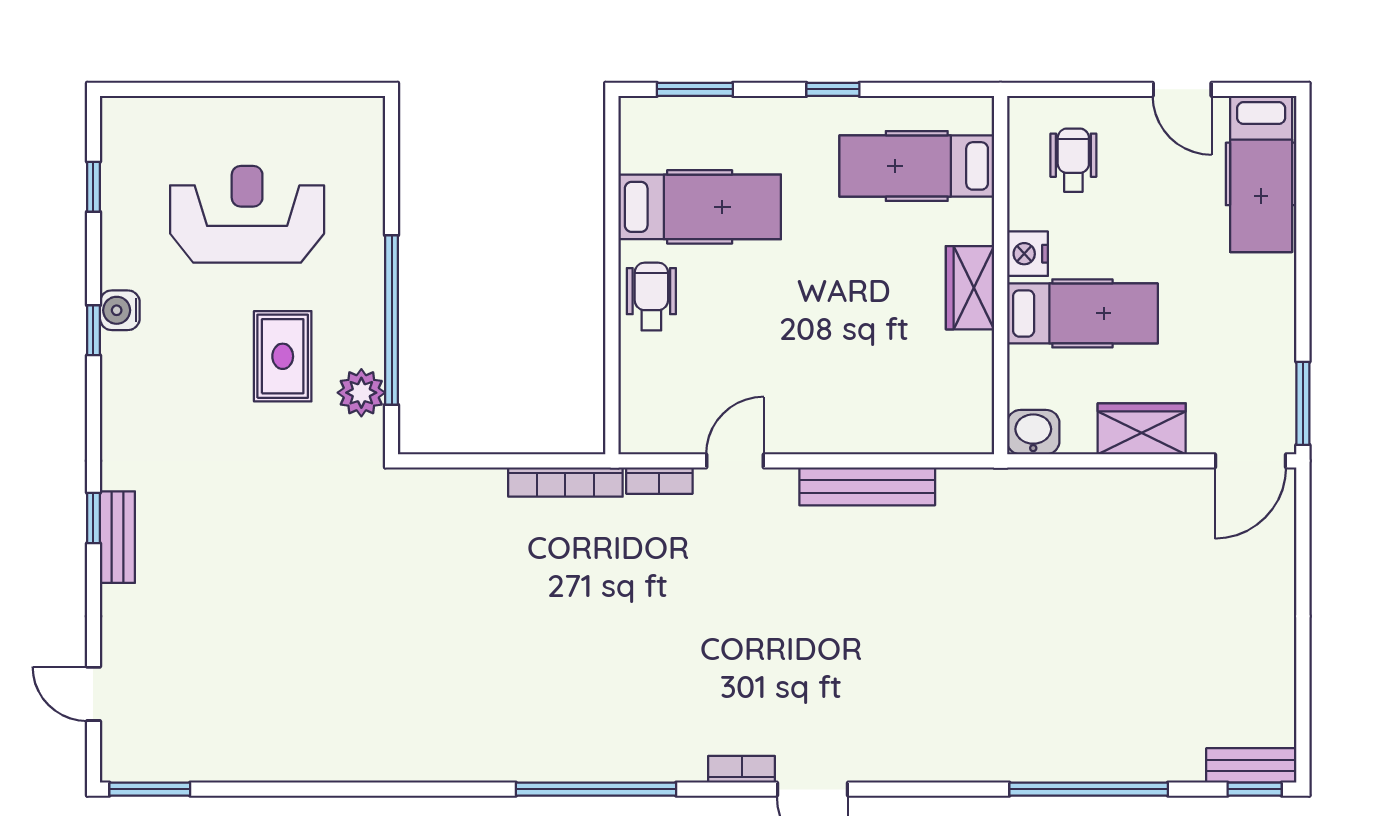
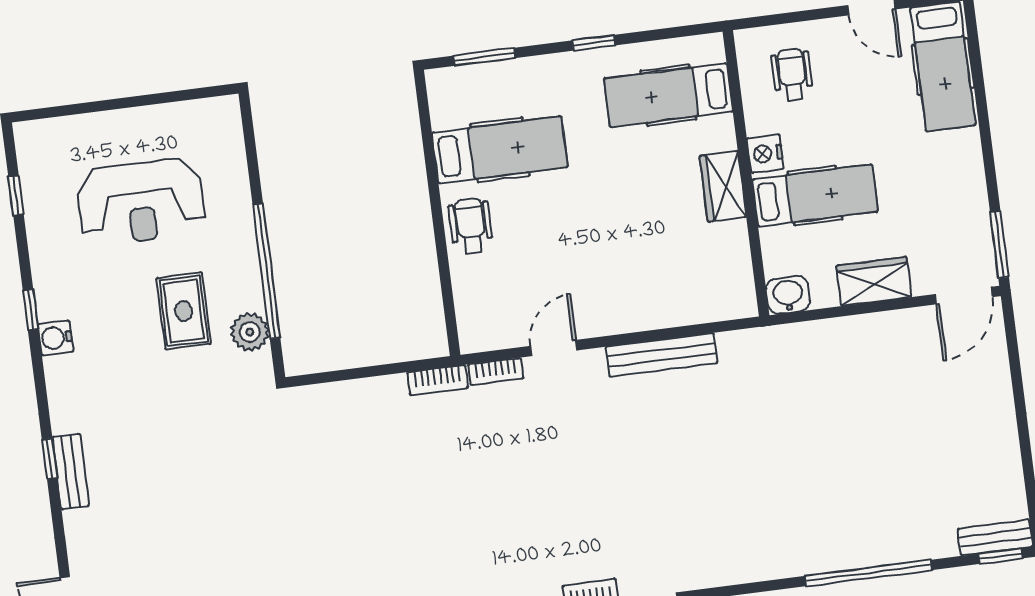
reception desk: (247, 214) -> (141, 202), turned 180
water cooler: (120, 310) -> (55, 338), moved
bookcase: (565, 482) -> (438, 380), width x0.64

